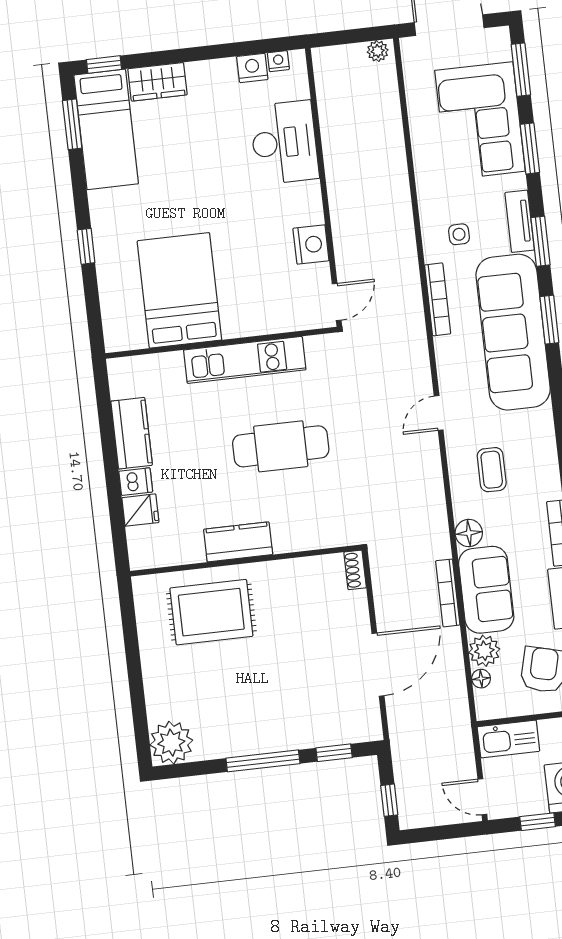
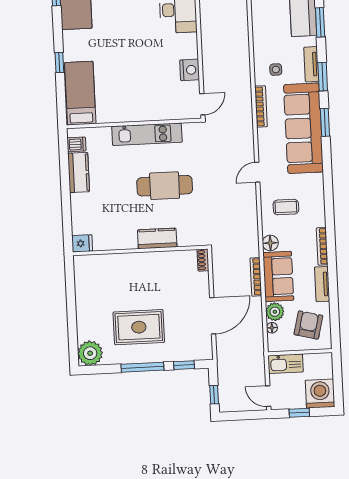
bed: (179, 290) -> (80, 93), moved, width x0.67
coffee table: (492, 470) -> (286, 207), turned 90
dishwasher: (136, 482) -> (76, 144), moved
fridge: (140, 510) -> (82, 243), moved
kitchen counter: (238, 542) -> (157, 238), moved
rug: (211, 612) -> (139, 327), moved

